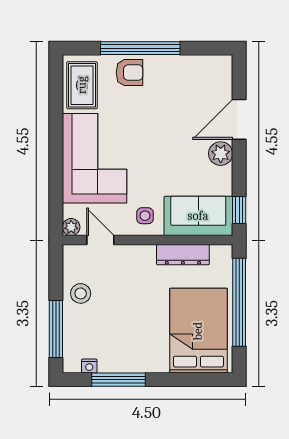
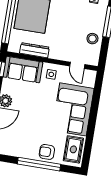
plant: (71, 227) -> (92, 75), removed

